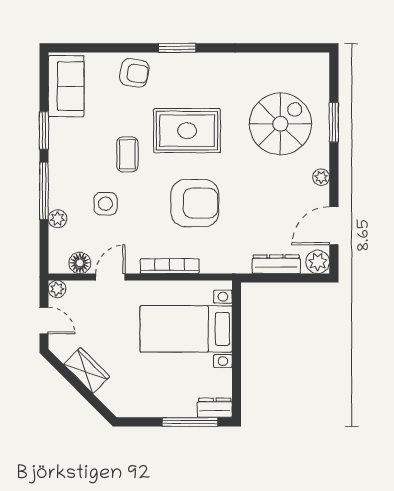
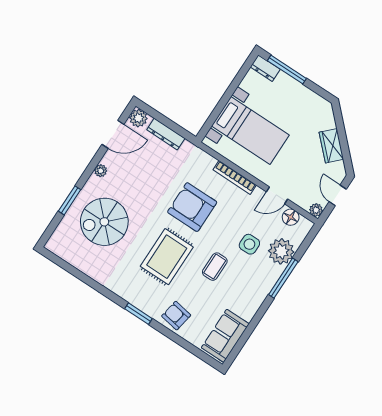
window: (44, 130) -> (258, 317), removed
rug: (187, 131) -> (167, 257), turned 90
plant: (58, 219) -> (281, 251), width x1.88, depth x1.88

